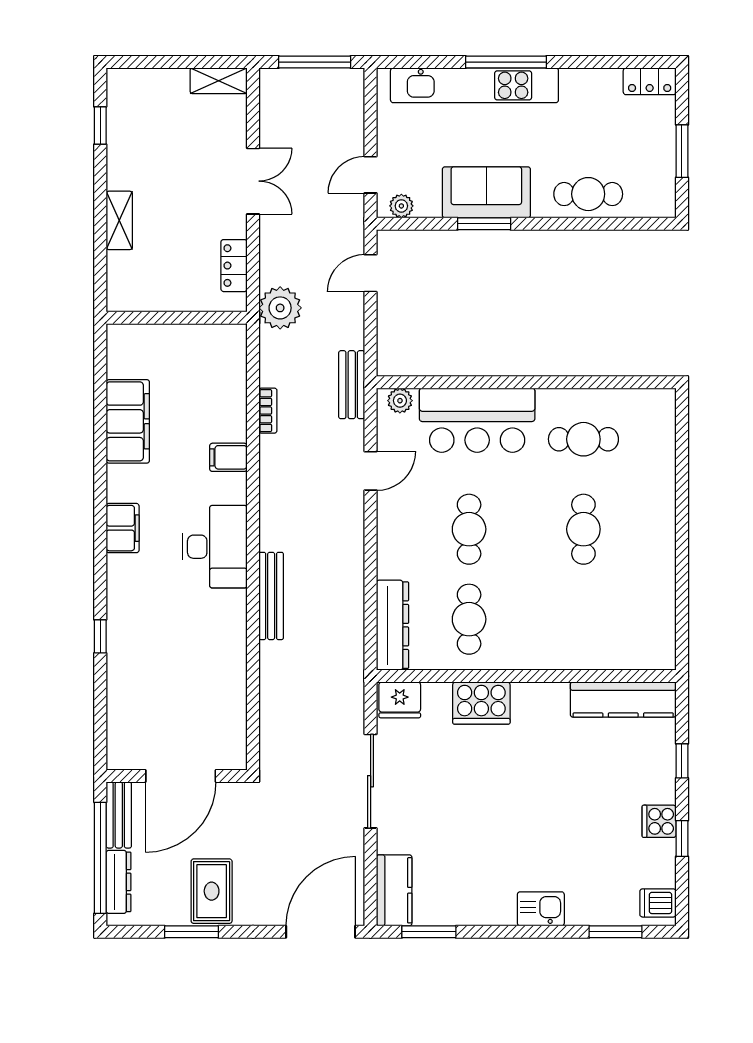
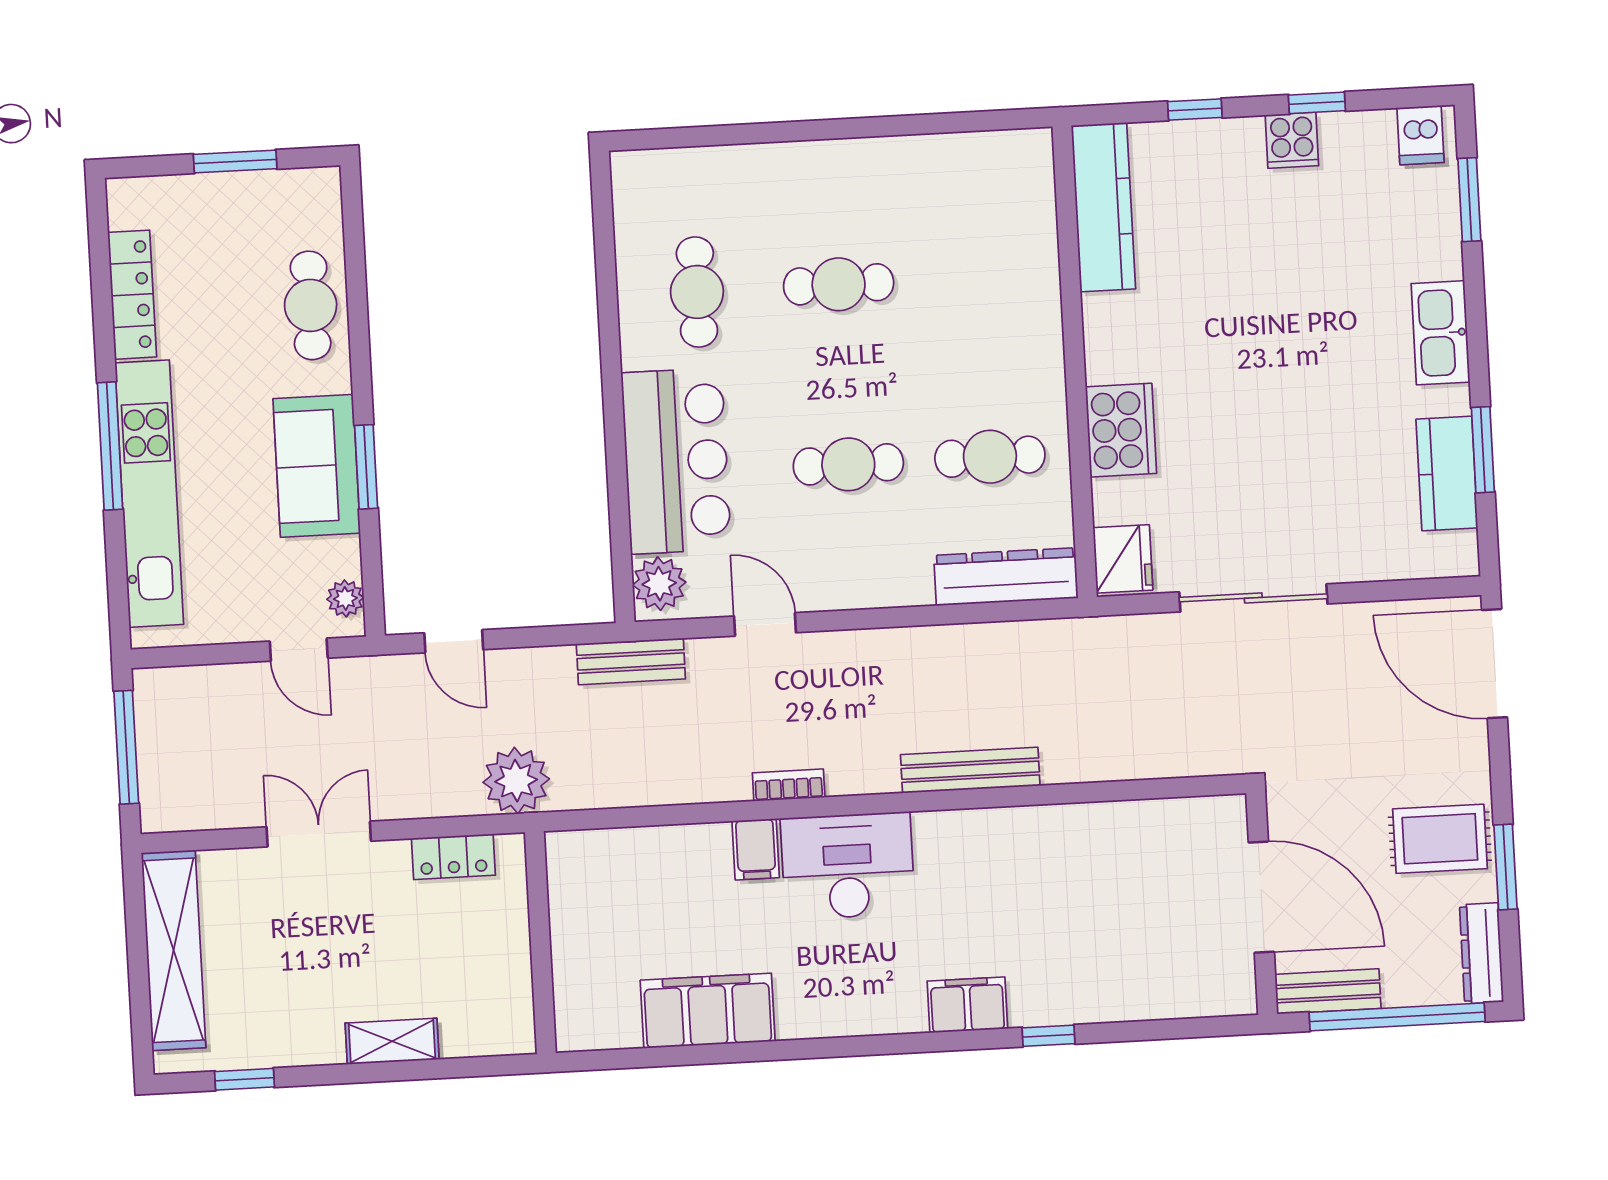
shelving: (219, 81) -> (174, 950), width x2.20, depth x1.33
locker: (650, 81) -> (132, 295), moved, width x1.53
plant: (400, 401) -> (659, 584), width x1.38, depth x1.38
bookcase: (268, 411) -> (789, 785), moved
filing cabinet: (123, 528) -> (967, 1005), moved
desk: (215, 547) -> (848, 866), moved
dresser: (118, 882) -> (1481, 953), moved, turned -90
kitchen counter: (394, 890) -> (1447, 473), moved, turned -90
kitchen sink: (541, 909) -> (1440, 333), width x1.38
window: (429, 932) -> (1483, 450), moved

